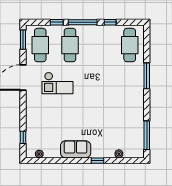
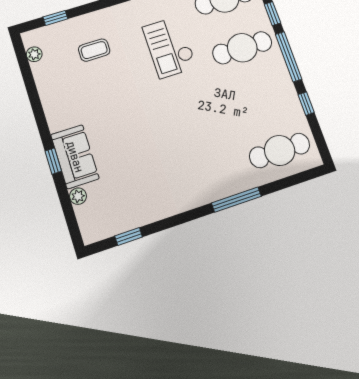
coffee table: (47, 123) -> (94, 50), added
window: (147, 135) -> (129, 237), width x0.46
sofa: (76, 149) -> (75, 157), moved

